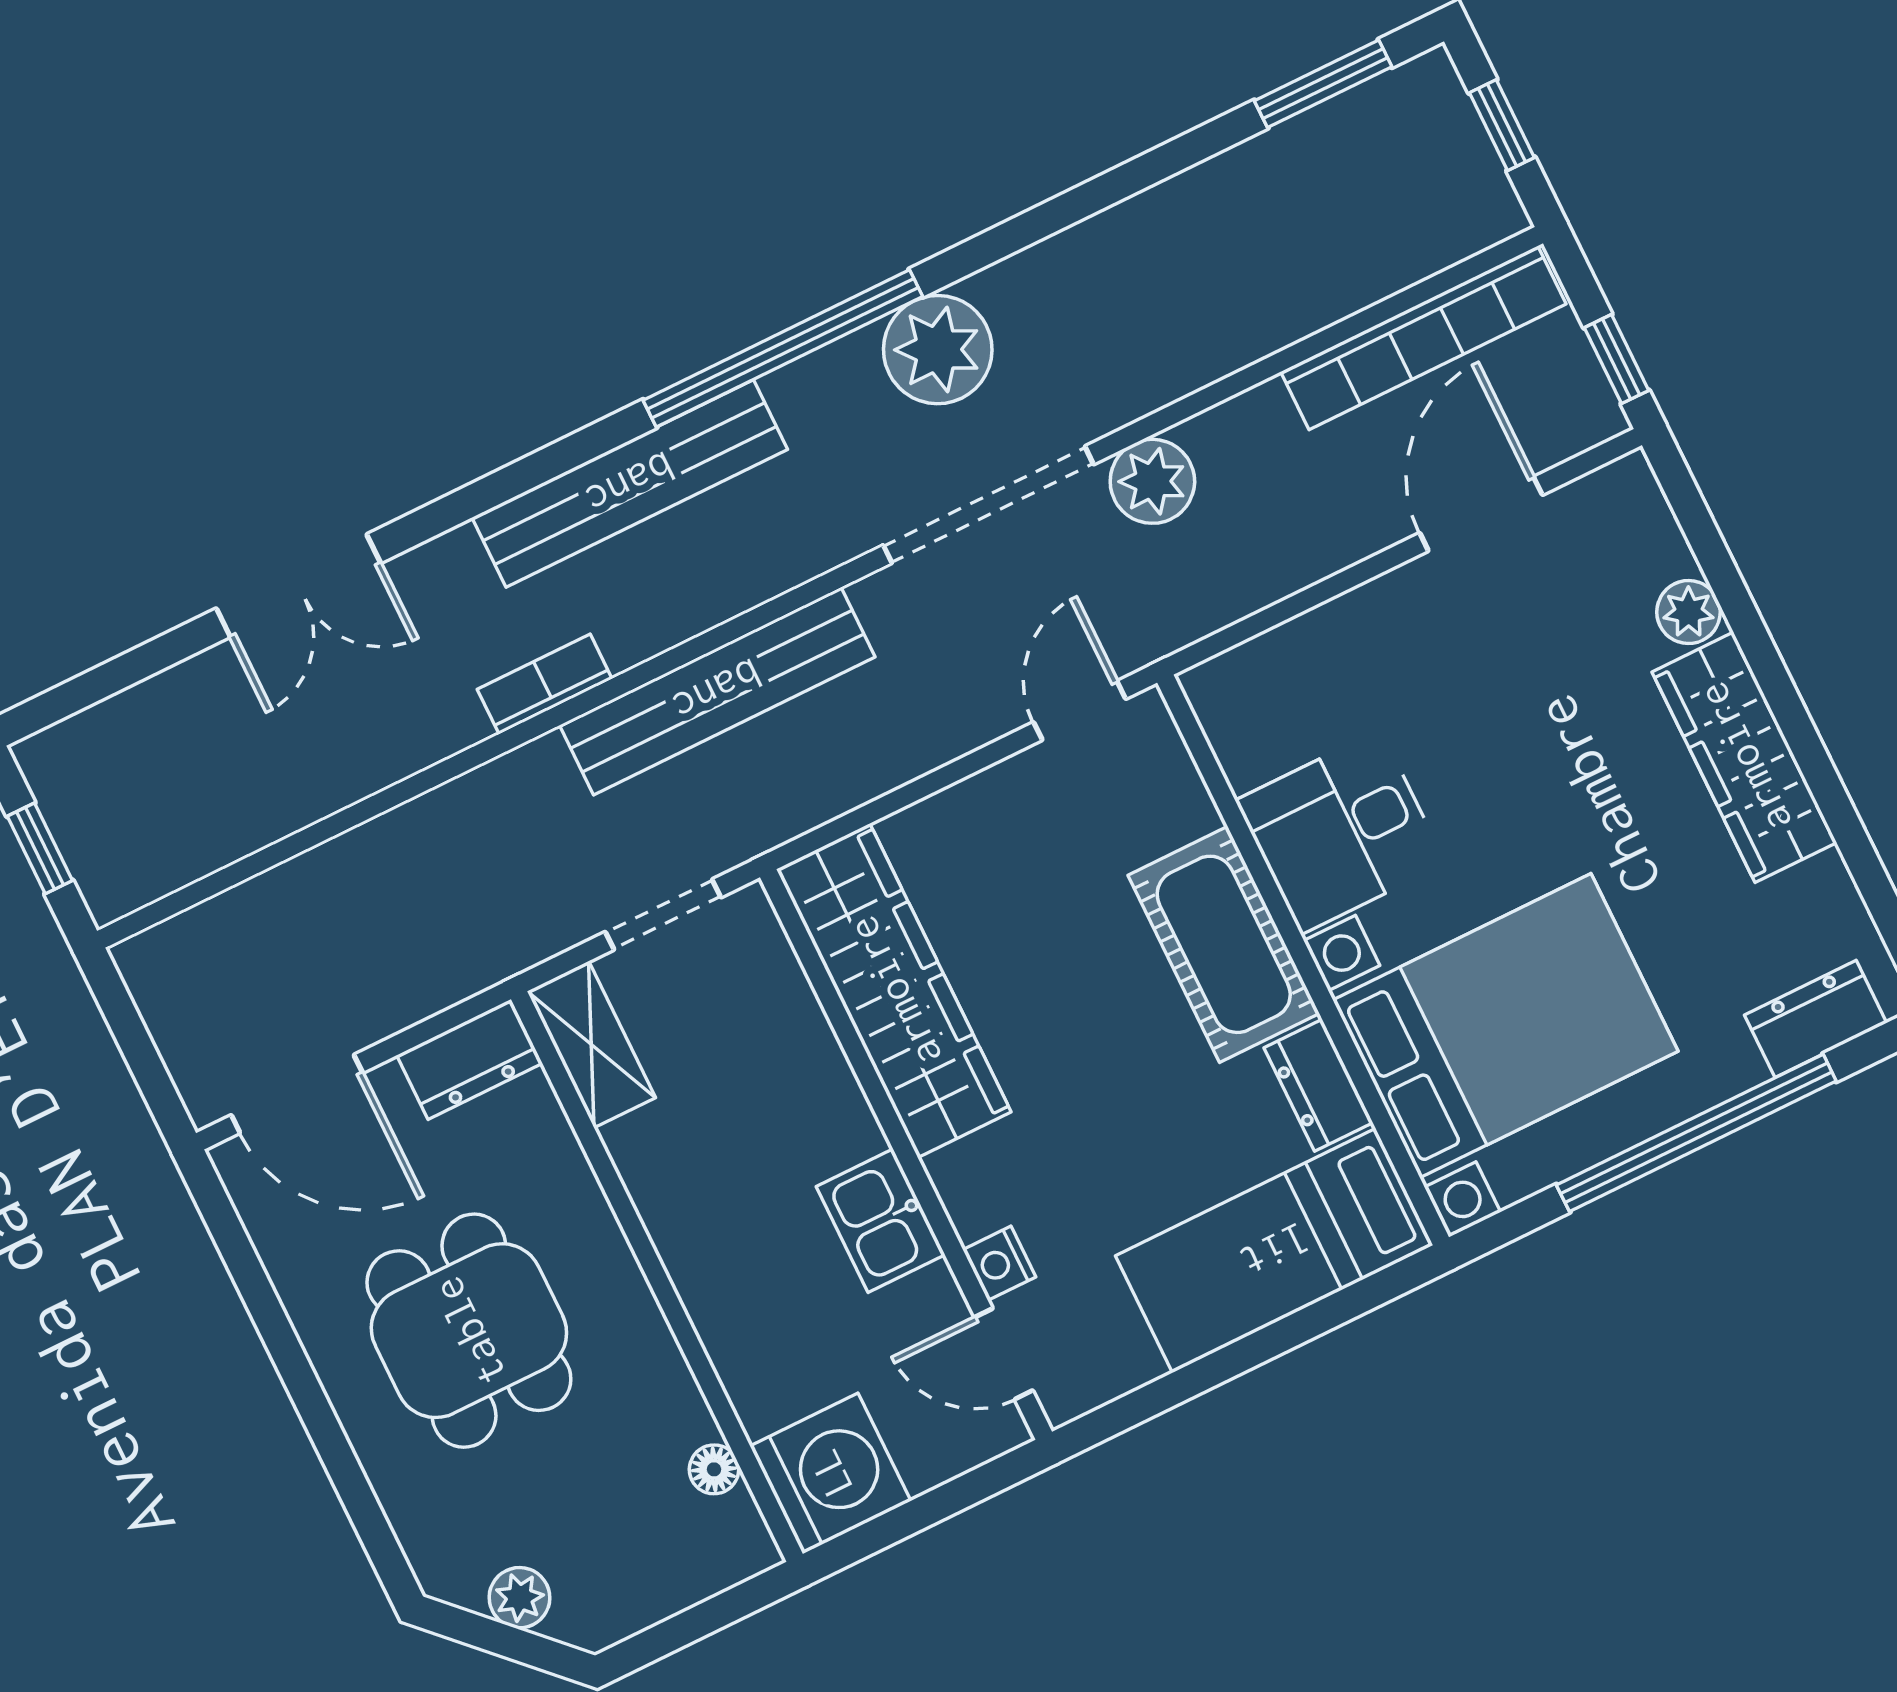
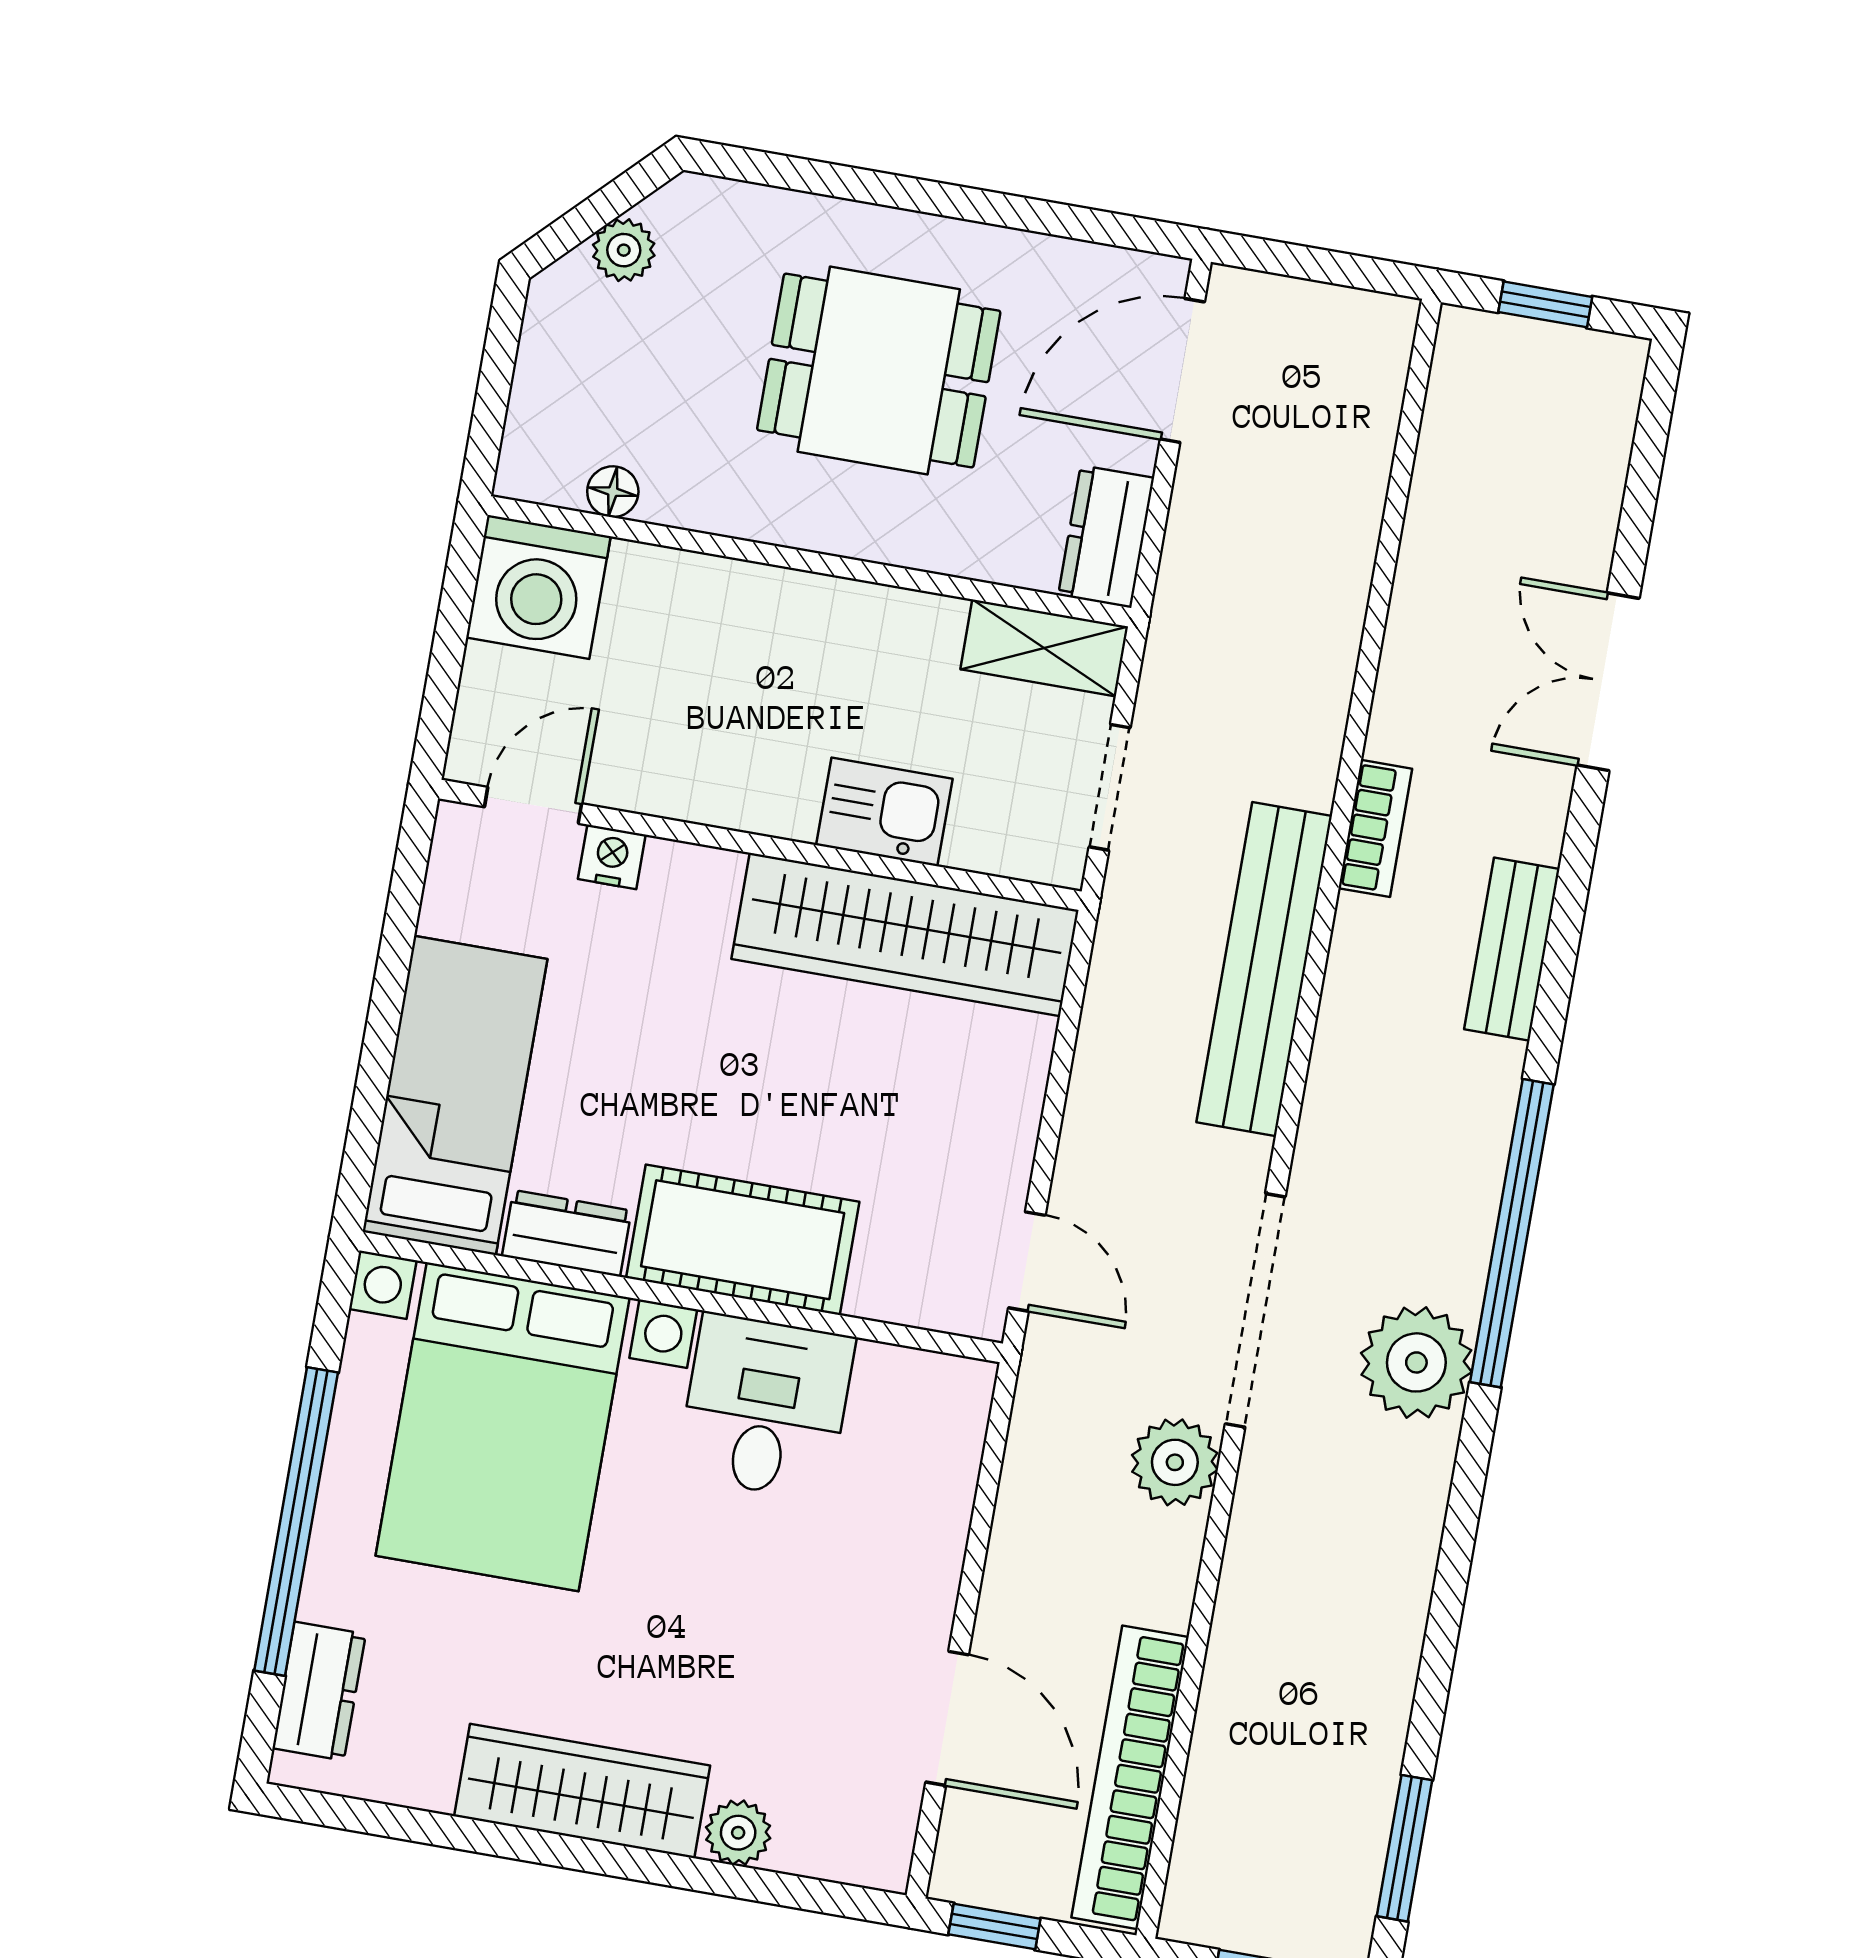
bench: (630, 484) -> (1512, 949), width x0.54, depth x0.82
kitchen sink: (881, 1221) -> (884, 812), moved

